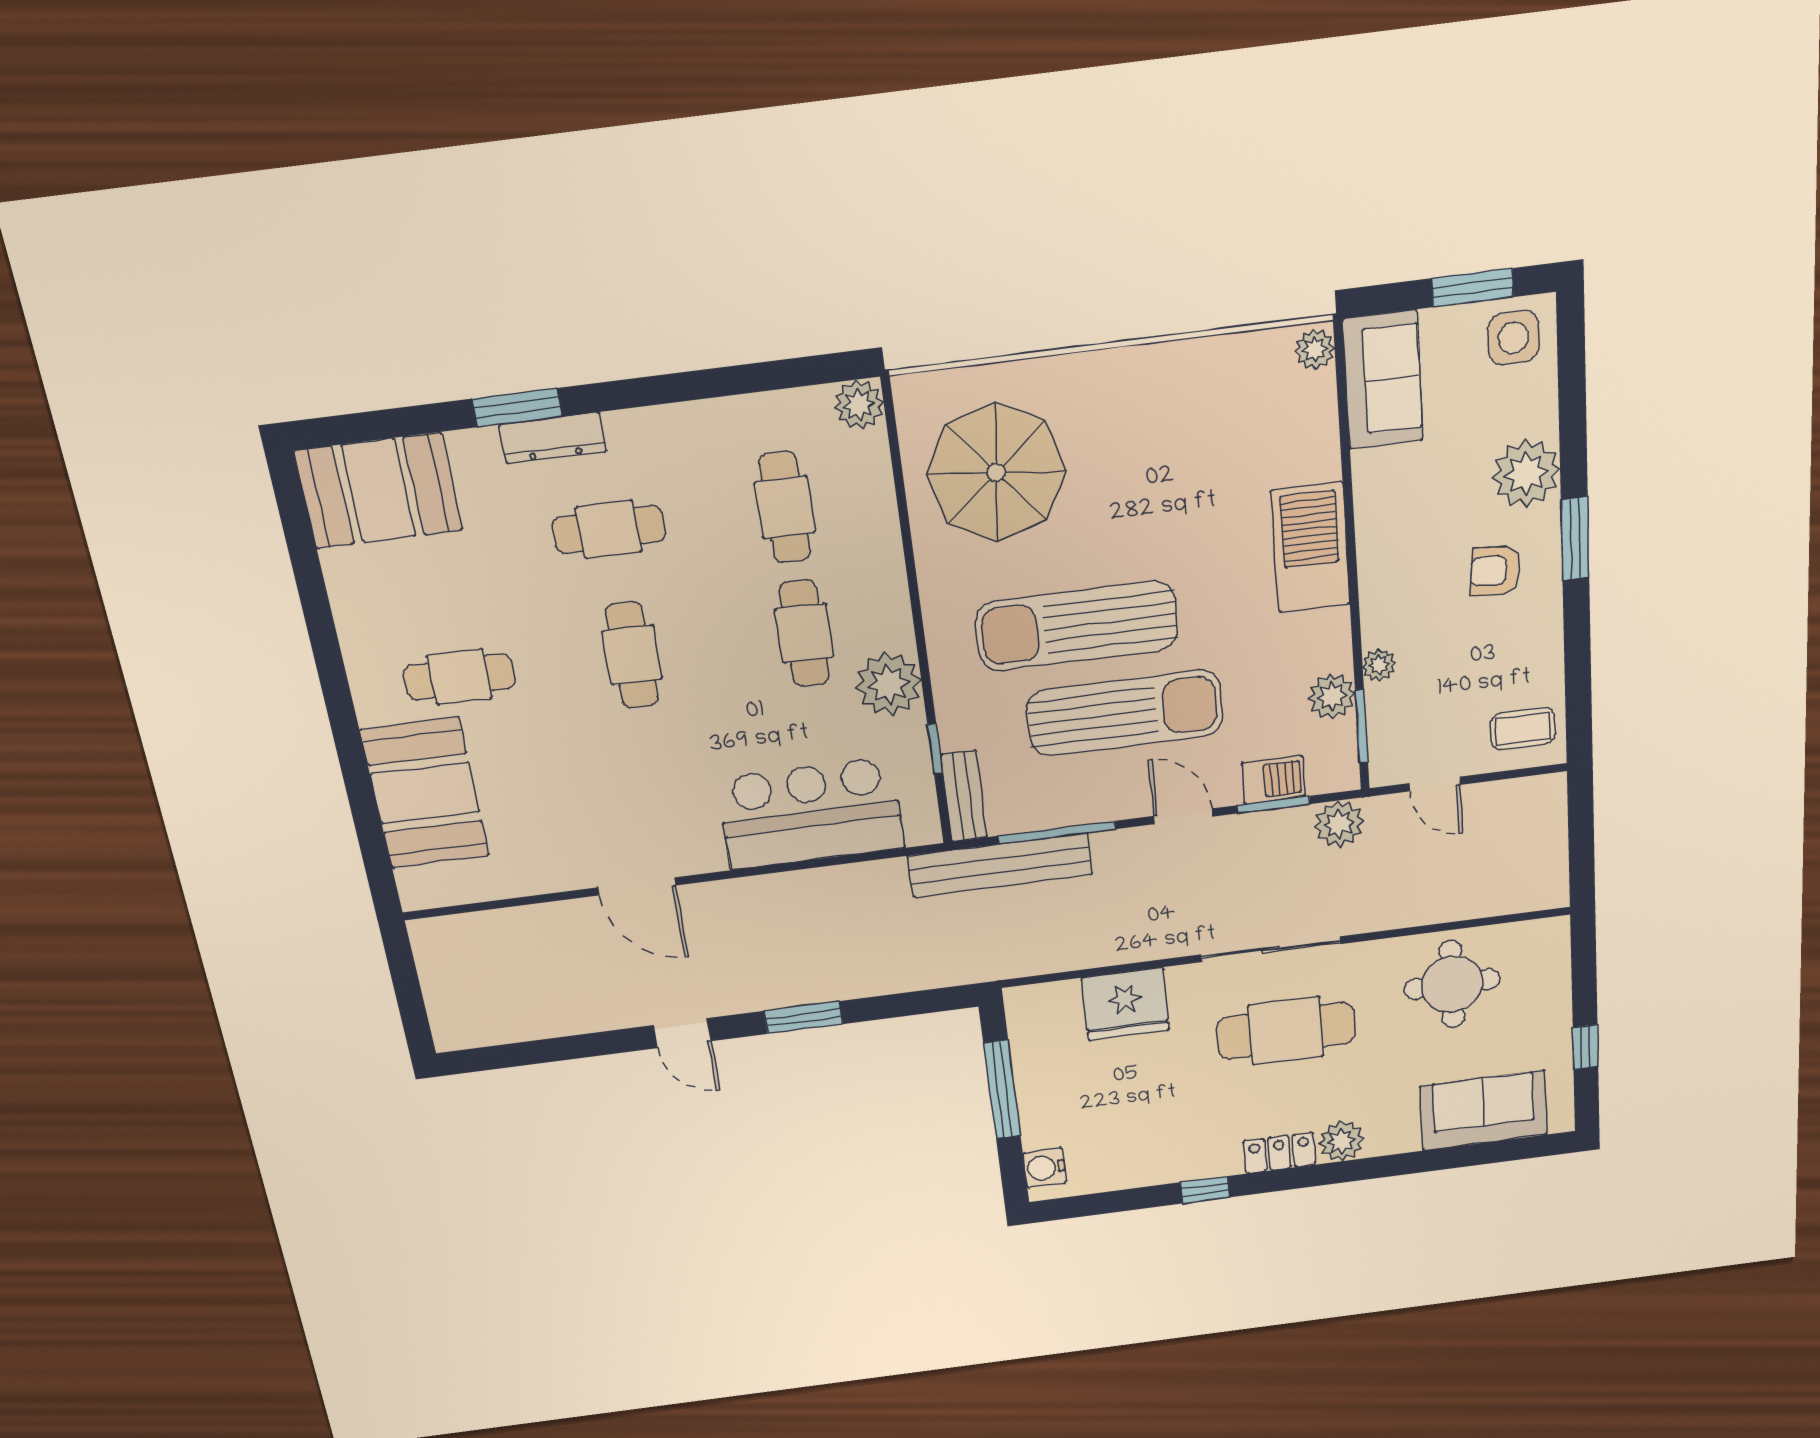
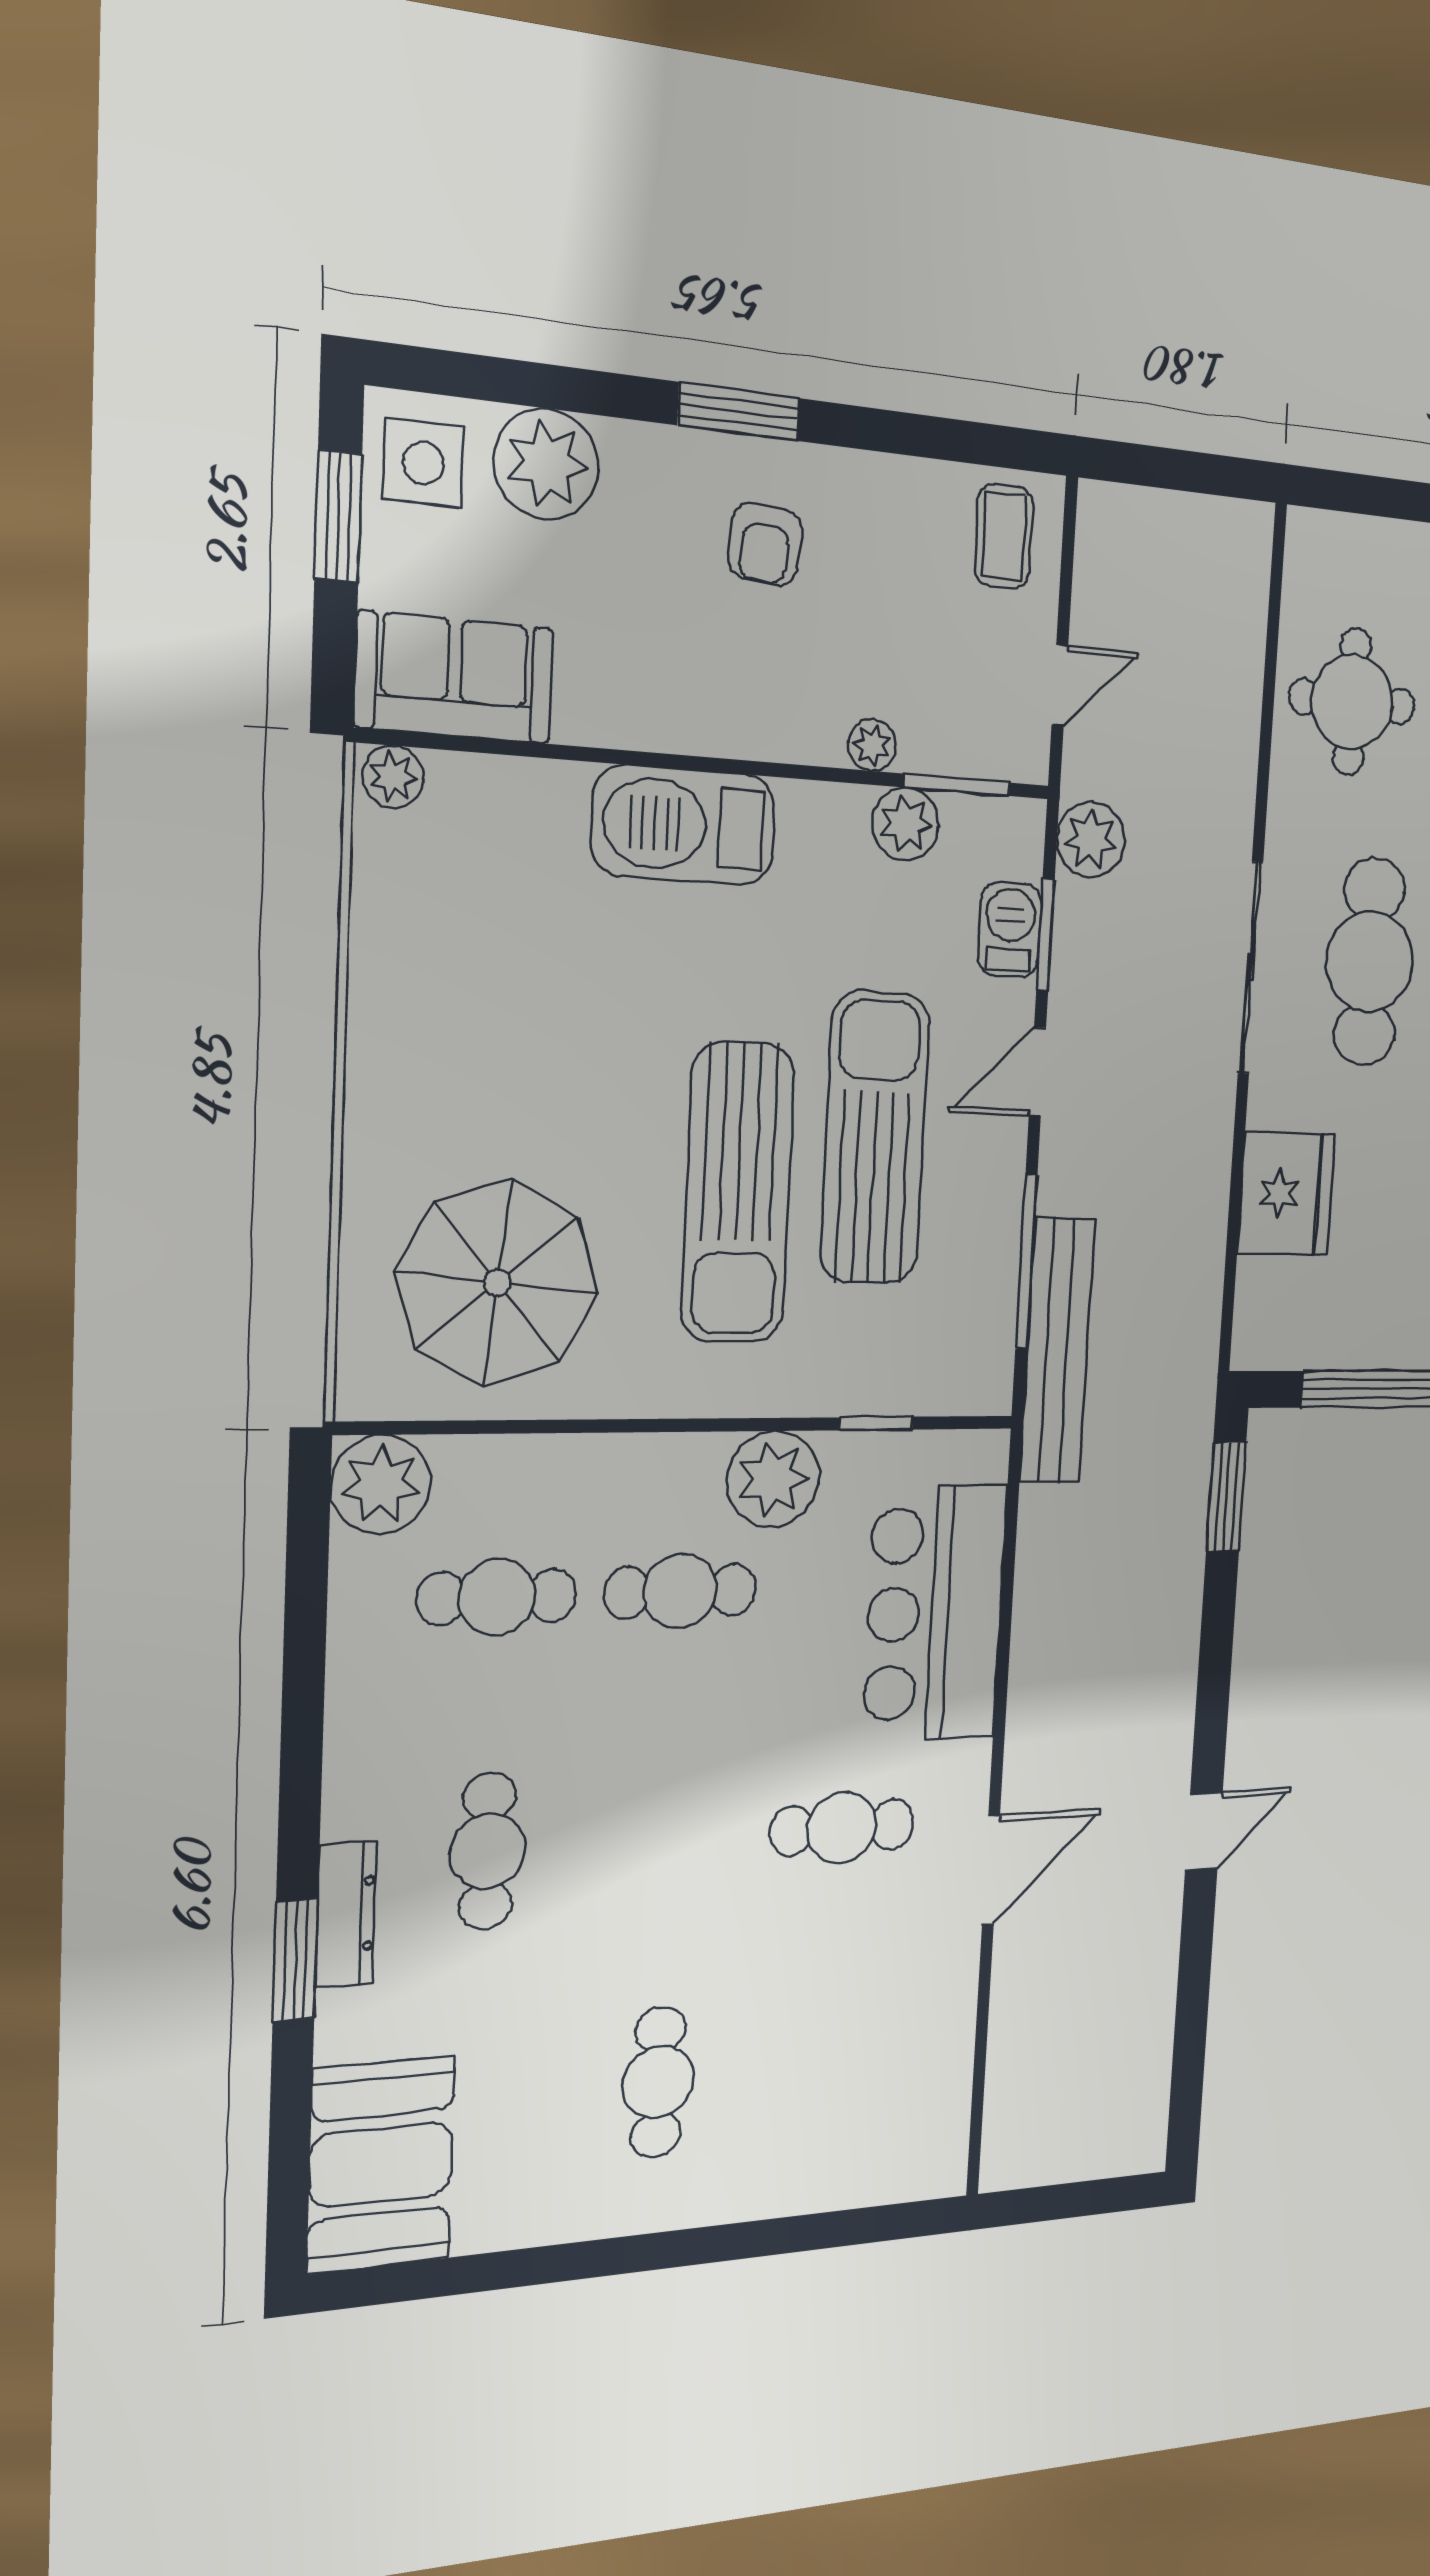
plant: (859, 405) -> (381, 1485), width x1.36, depth x1.36
plant: (1526, 474) -> (546, 464), moved
cafe table: (632, 655) -> (842, 1828), moved
booth: (425, 793) -> (810, 2147), removed
bench: (964, 796) -> (951, 1391), removed
window: (804, 1018) -> (1226, 1497), moved

